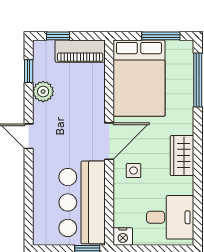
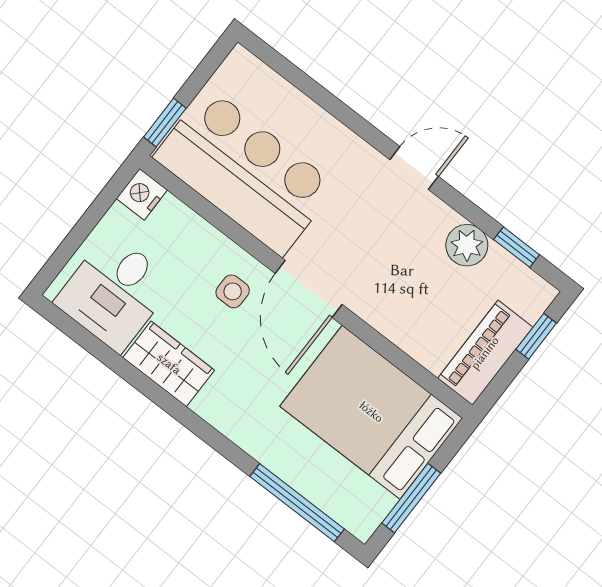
wardrobe: (182, 156) -> (169, 364), moved

